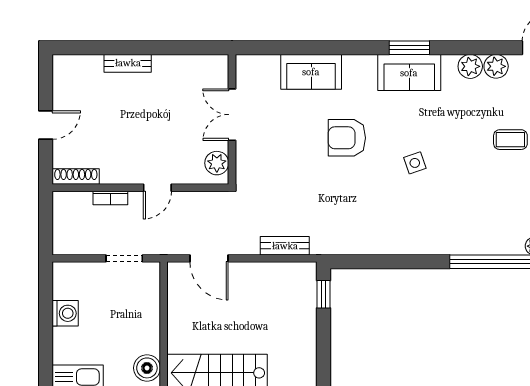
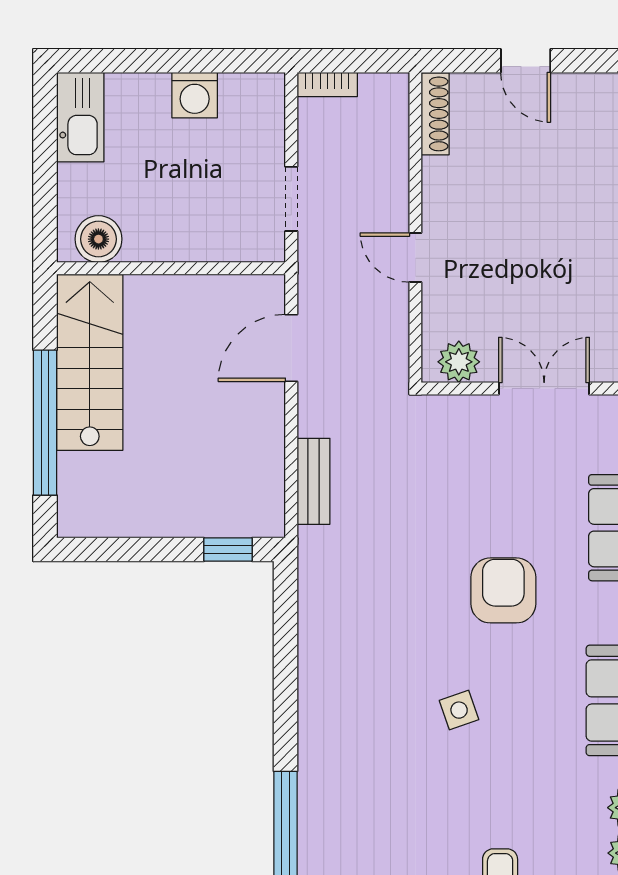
bookcase: (110, 198) -> (327, 85), moved, turned -90

